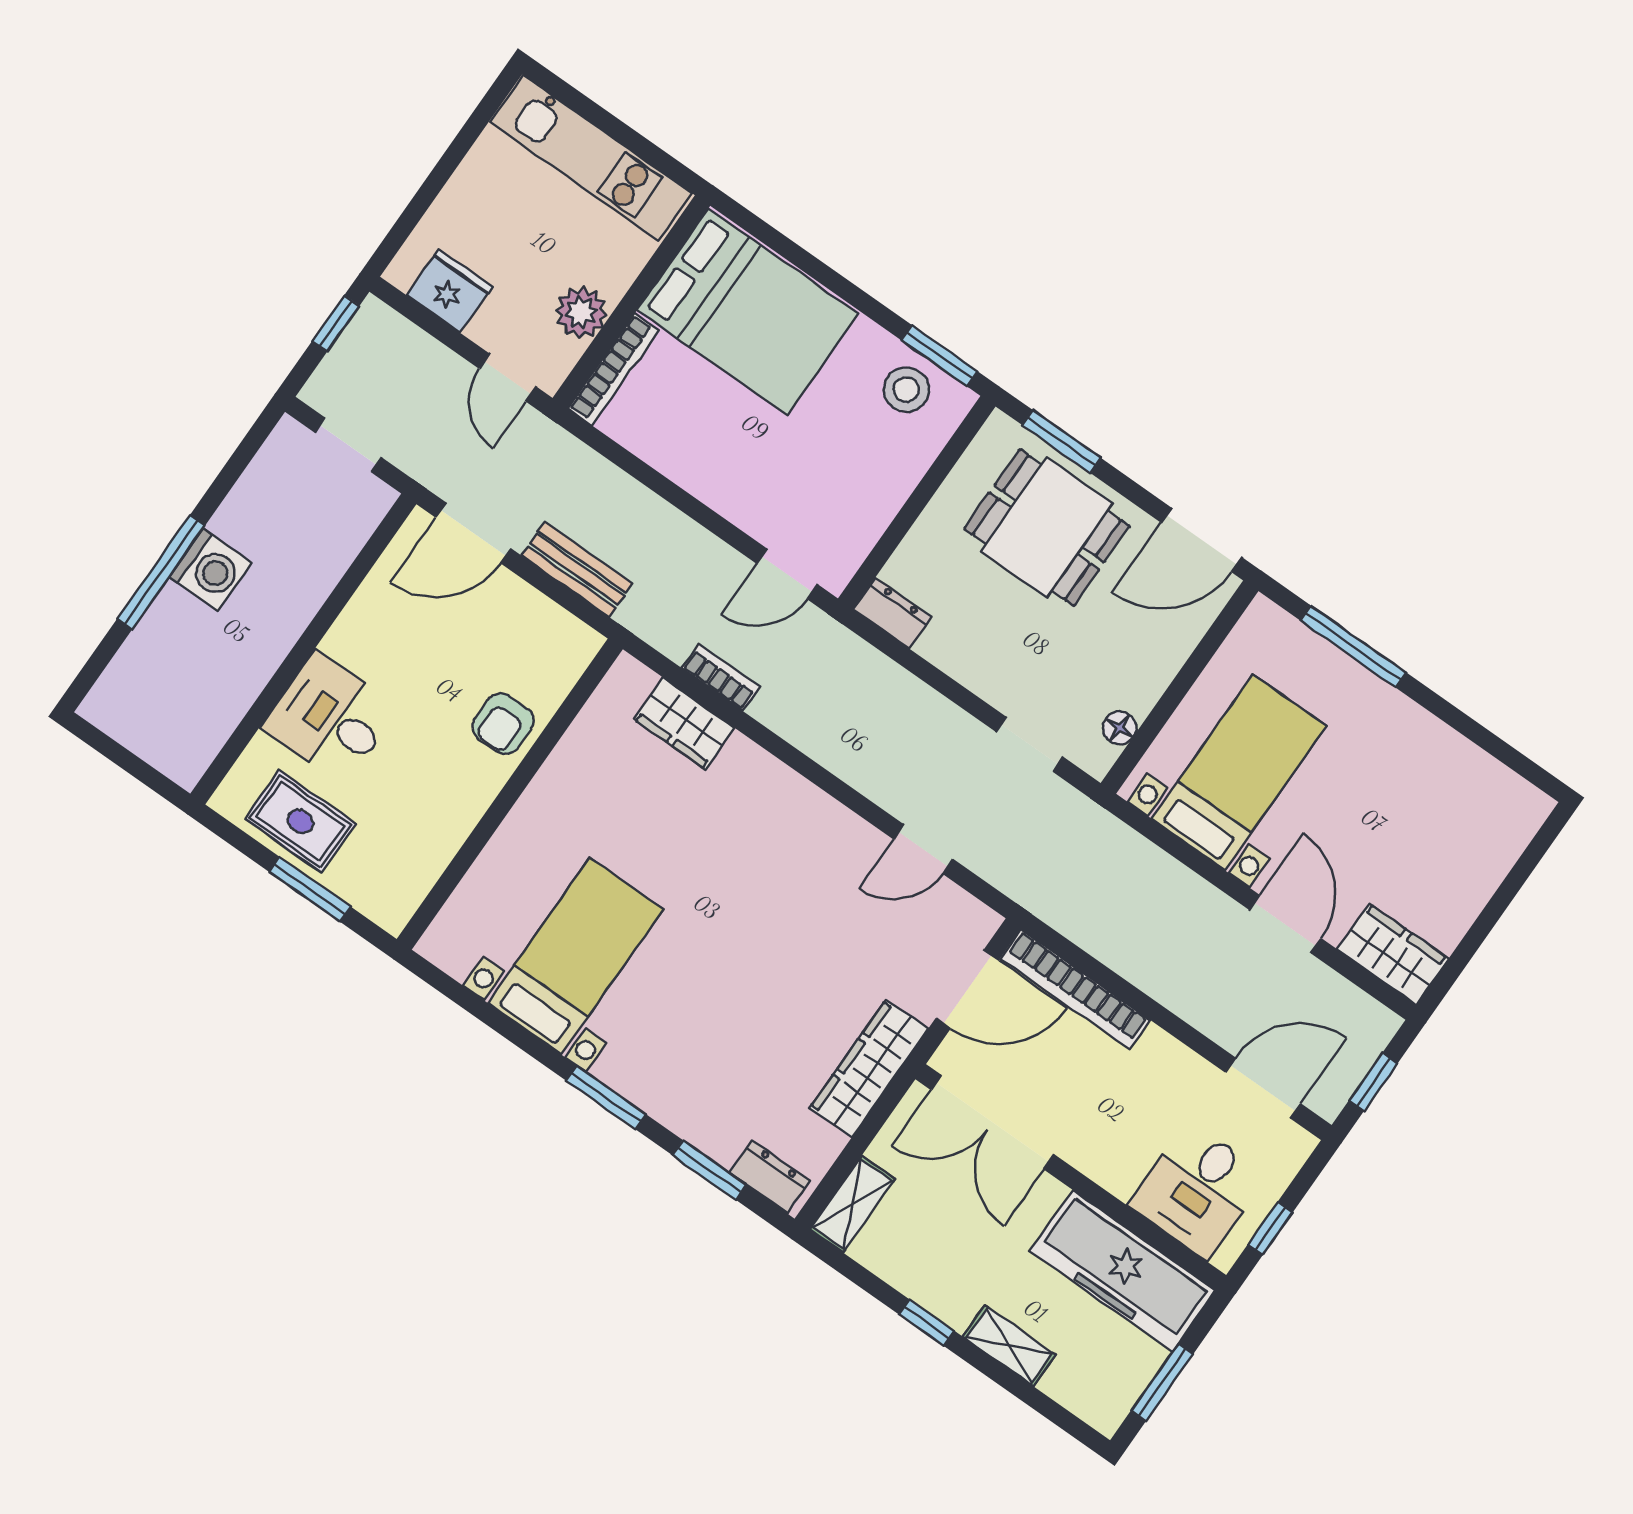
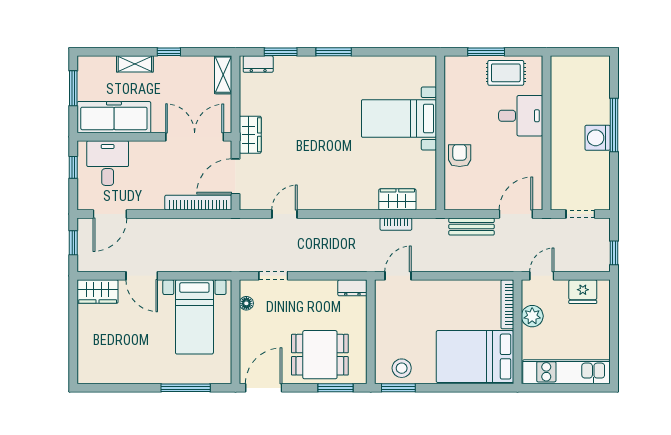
door: (508, 378) -> (542, 276), hinge flipped
bed with nightstands: (576, 956) -> (399, 119), moved, turned 90
wardrobe: (869, 1068) -> (250, 135), width x0.67

